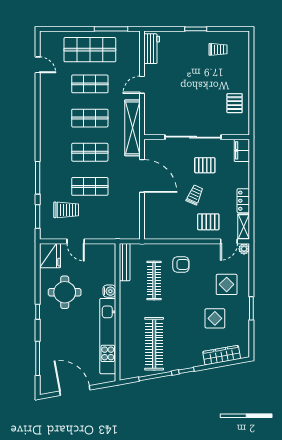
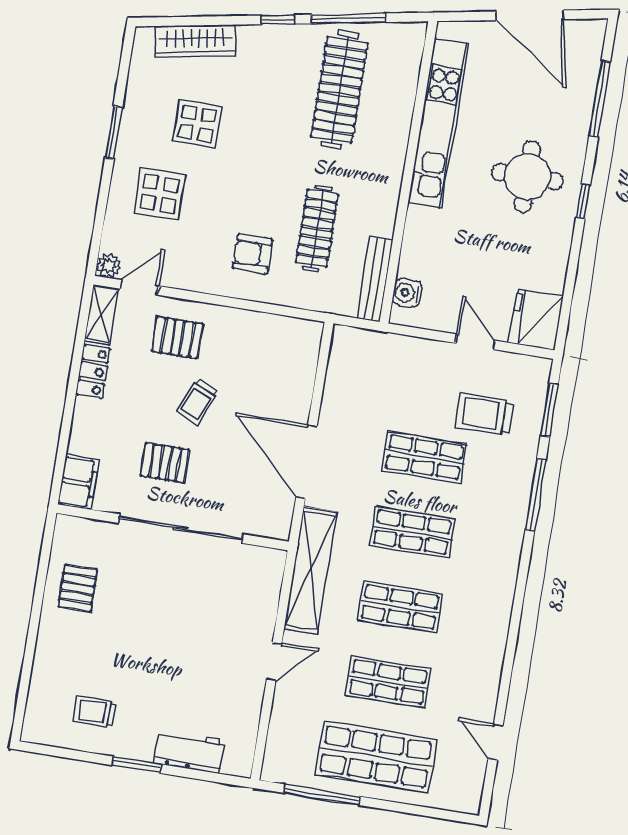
workbench: (152, 49) -> (189, 751), moved, turned 90
water cooler: (109, 291) -> (407, 293), moved
round table: (65, 292) -> (527, 177), moved

